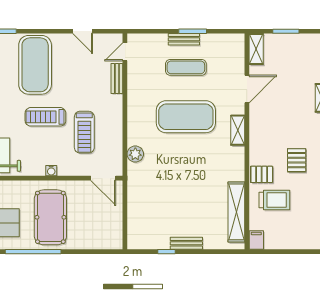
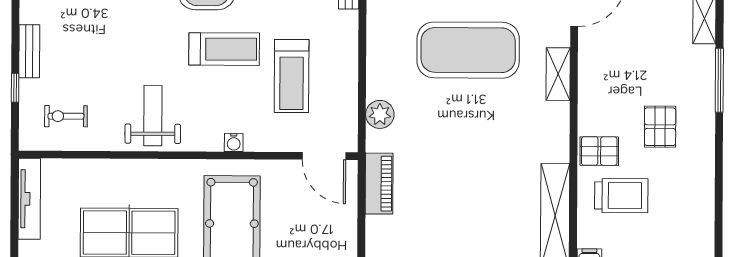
treadmill: (45, 117) -> (224, 49), turned 180
piano: (135, 194) -> (379, 184), added

